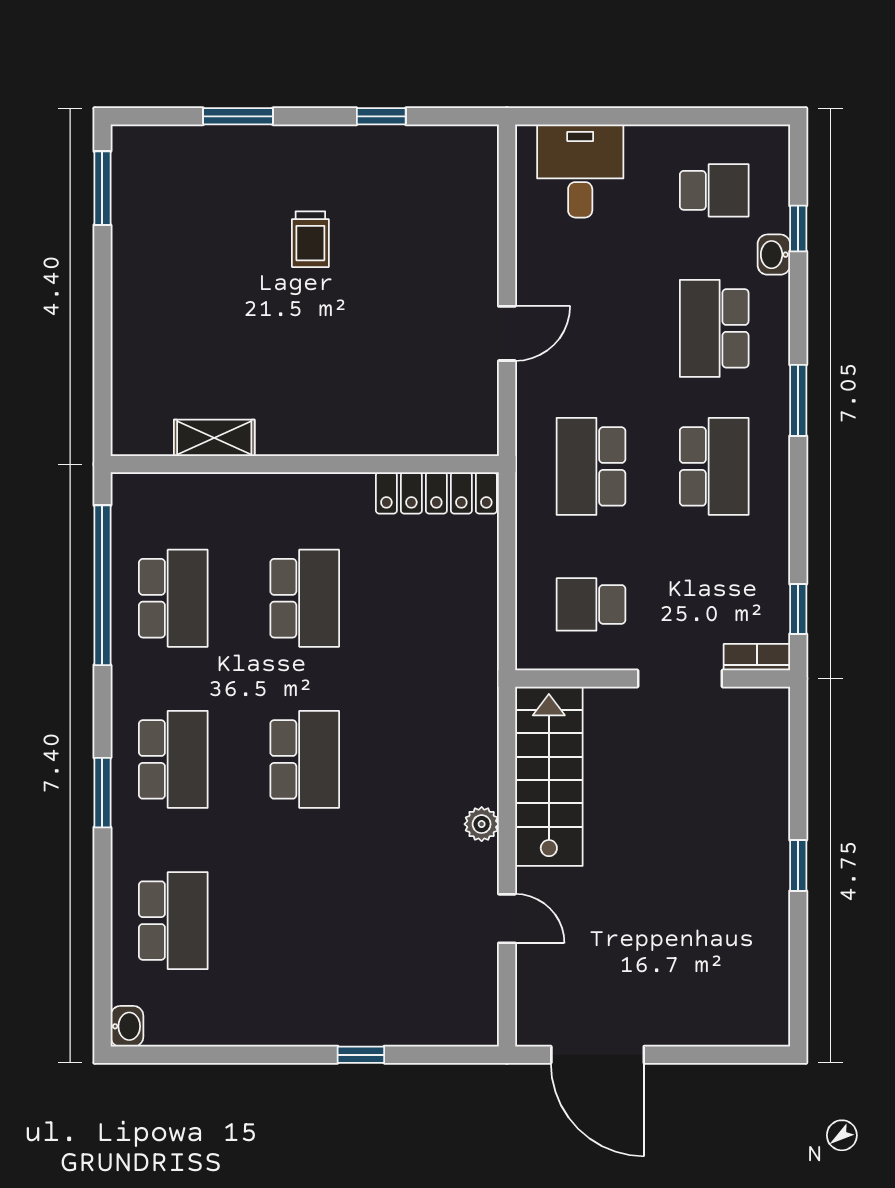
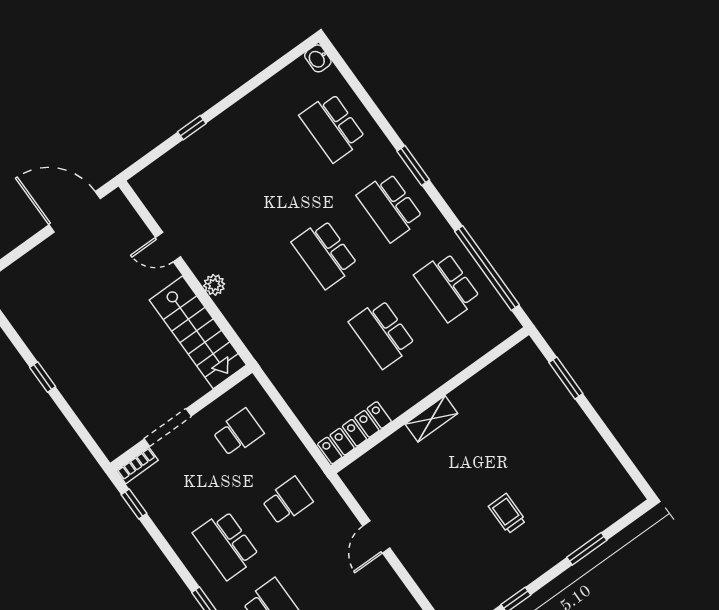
window: (102, 188) -> (566, 378), moved
shelving: (214, 438) -> (431, 419), moved
school desk: (591, 466) -> (287, 501), width x0.54

